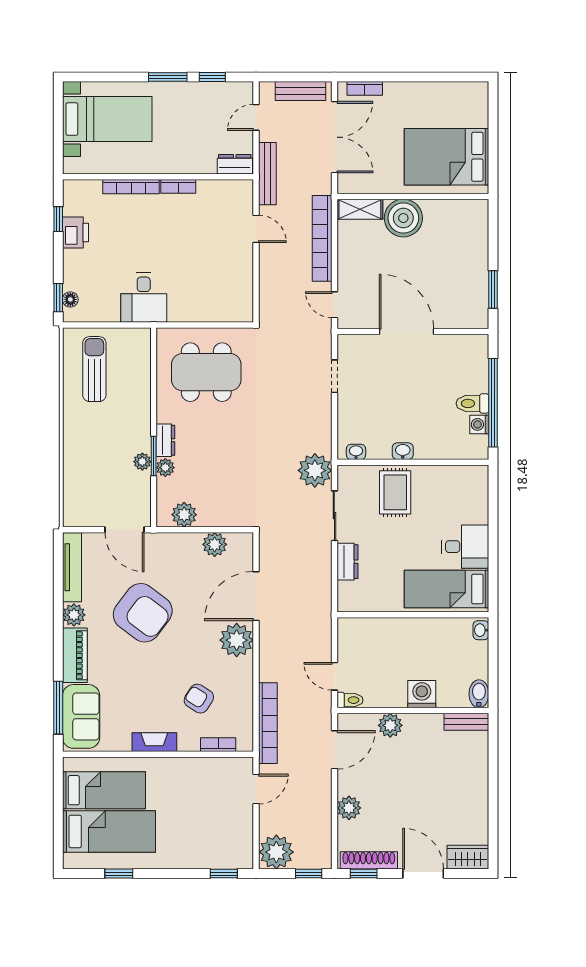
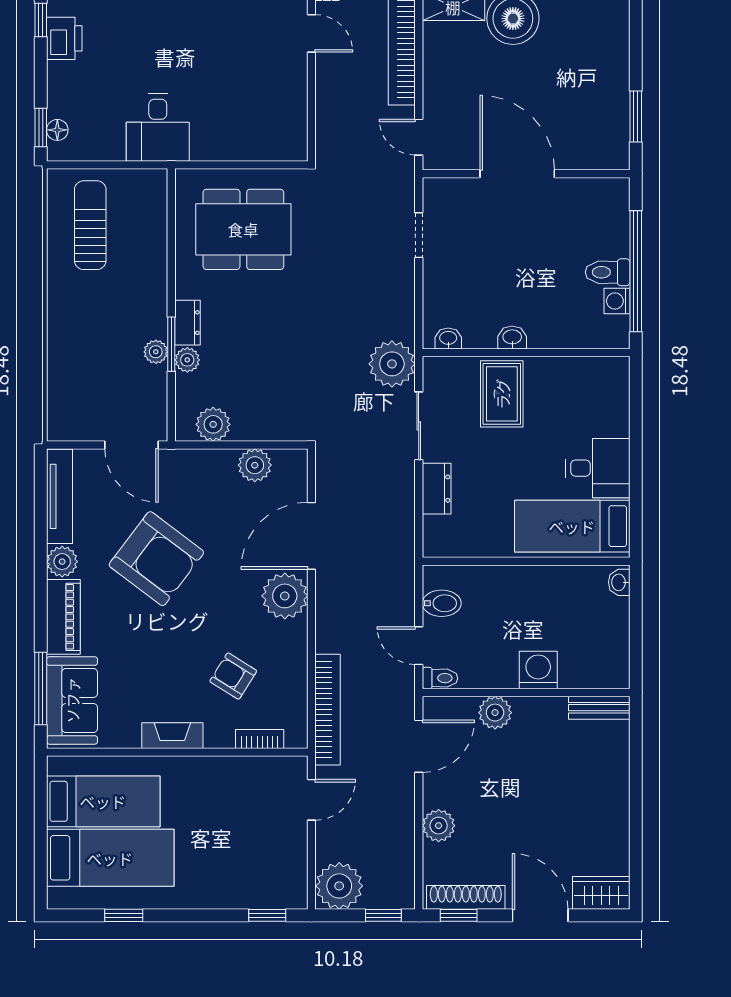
bidet: (479, 694) -> (442, 603), moved, turned 90

